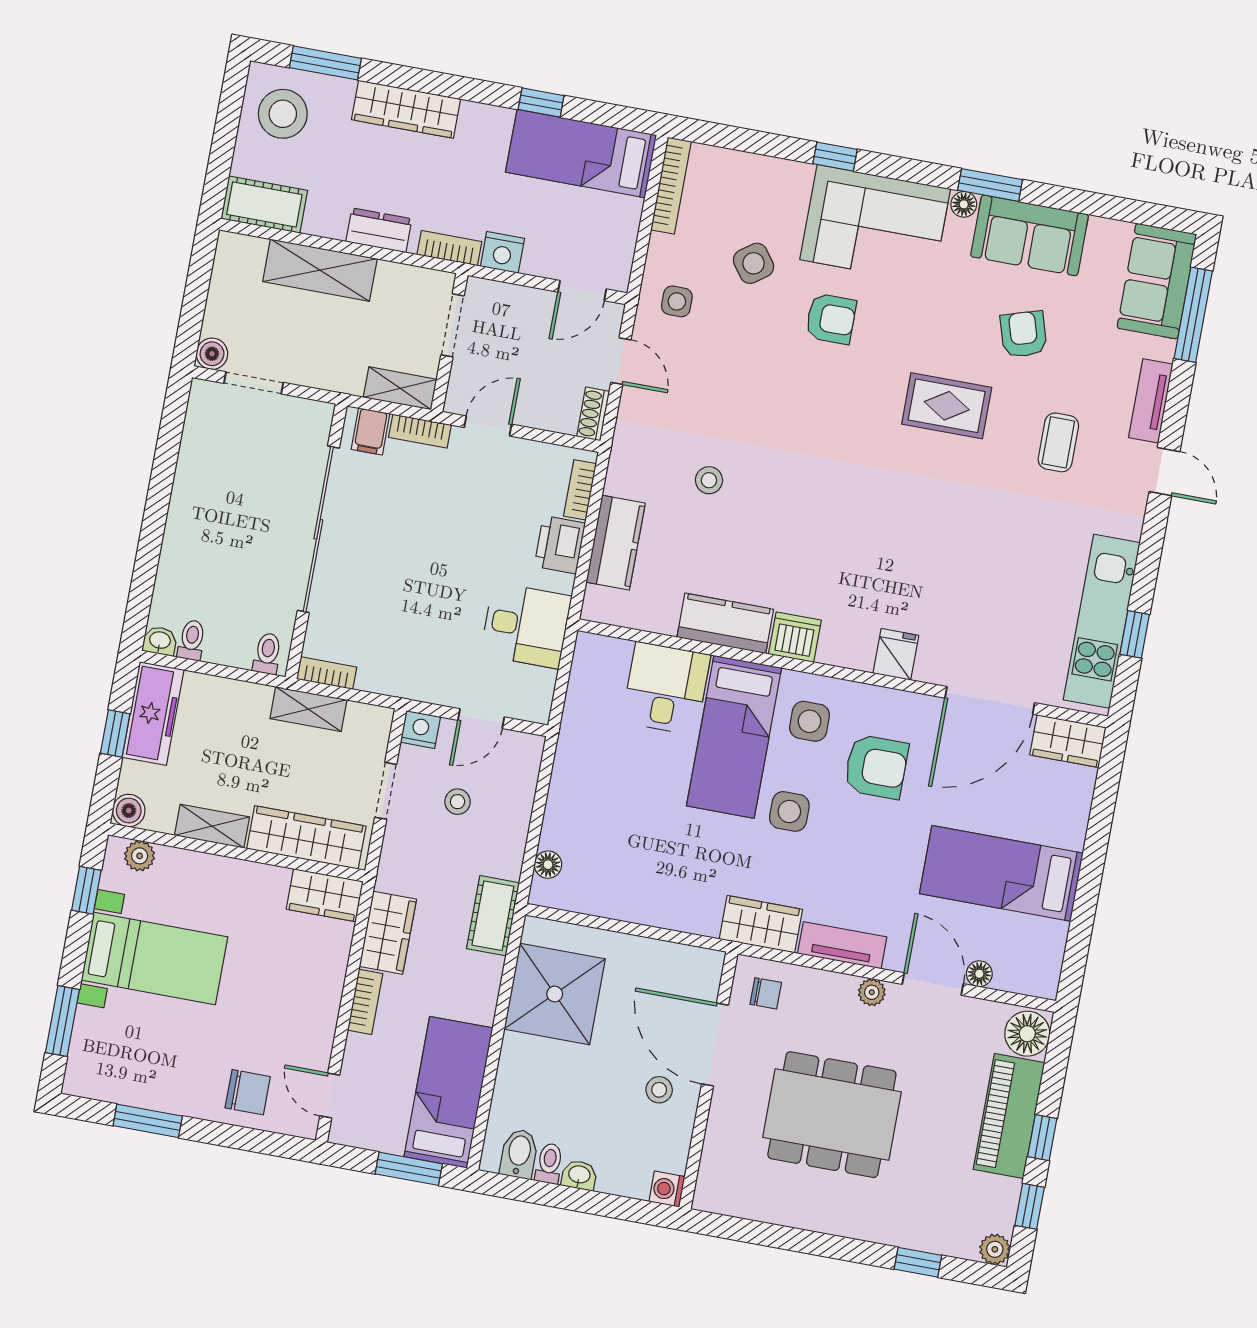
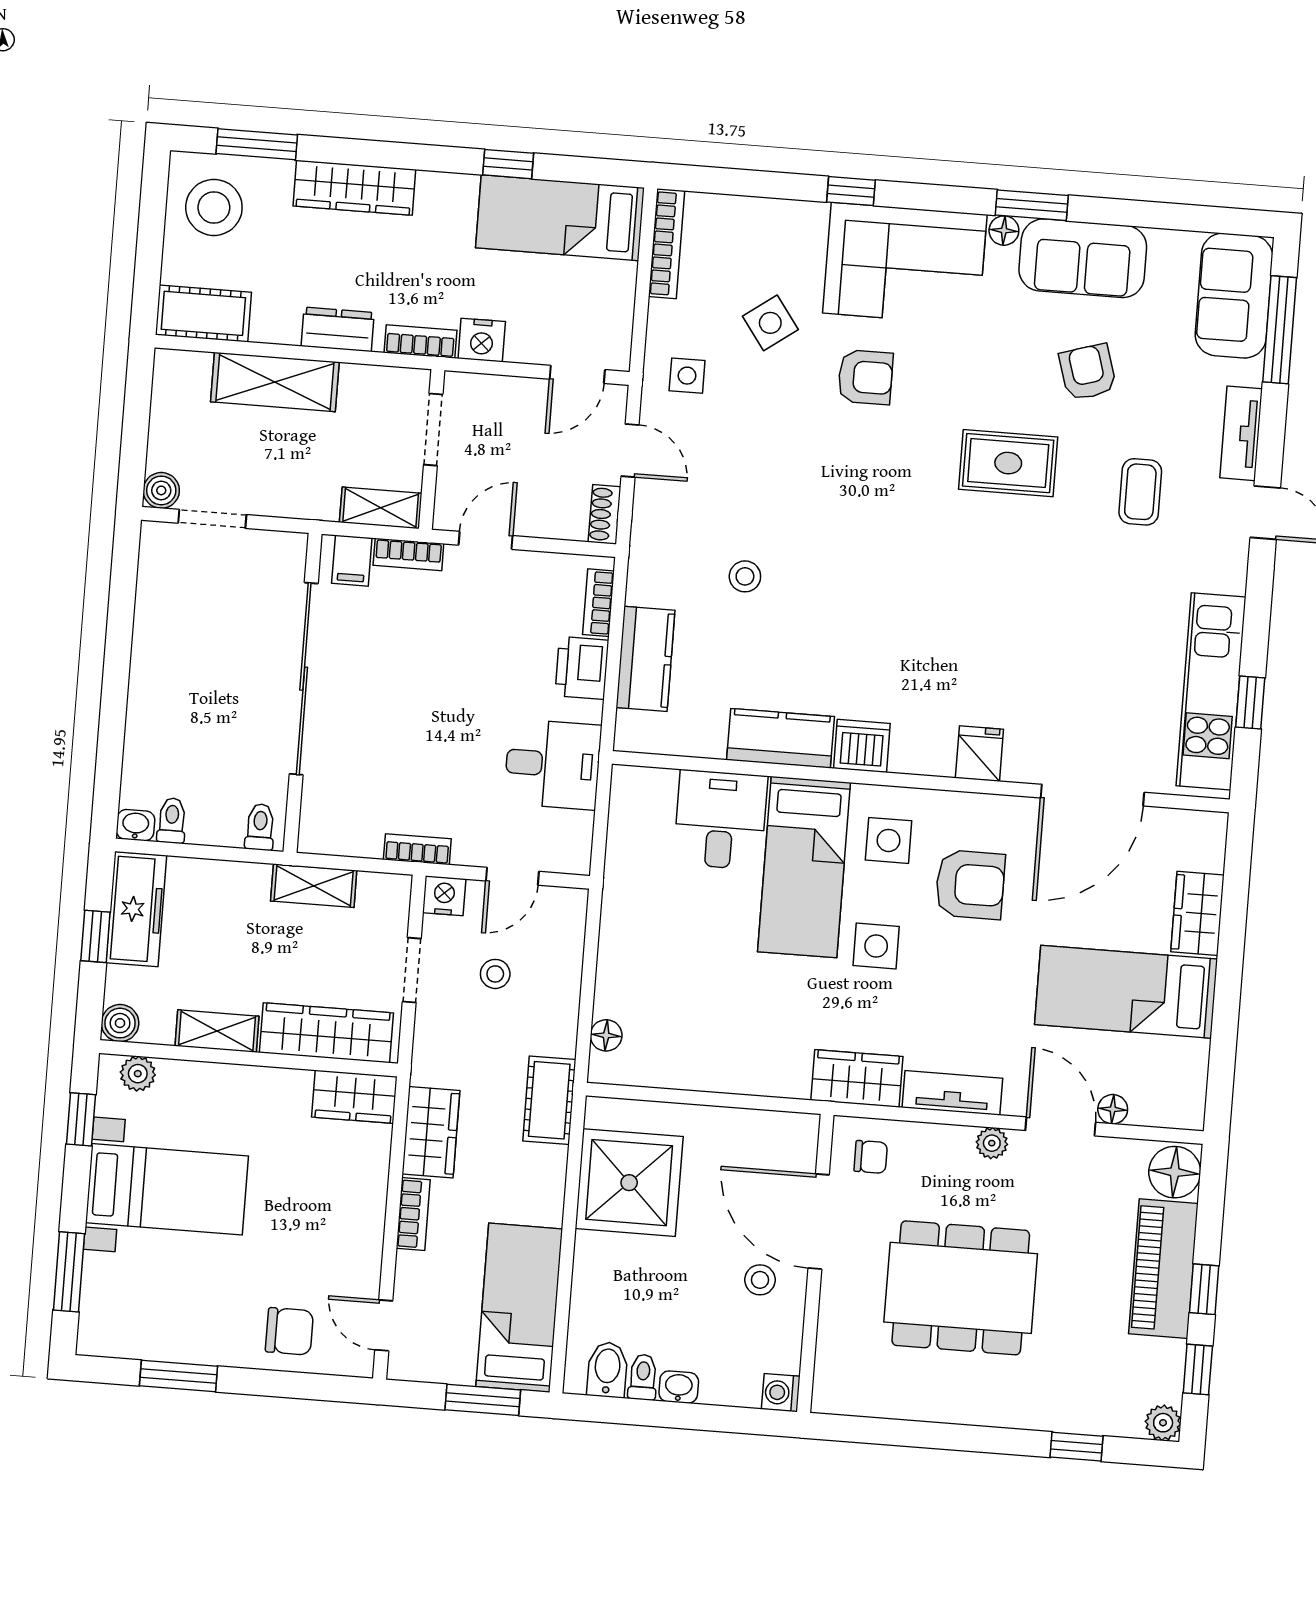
bookcase: (327, 673) -> (417, 849), moved
wardrobe: (1068, 741) -> (1197, 913), moved, turned 90

